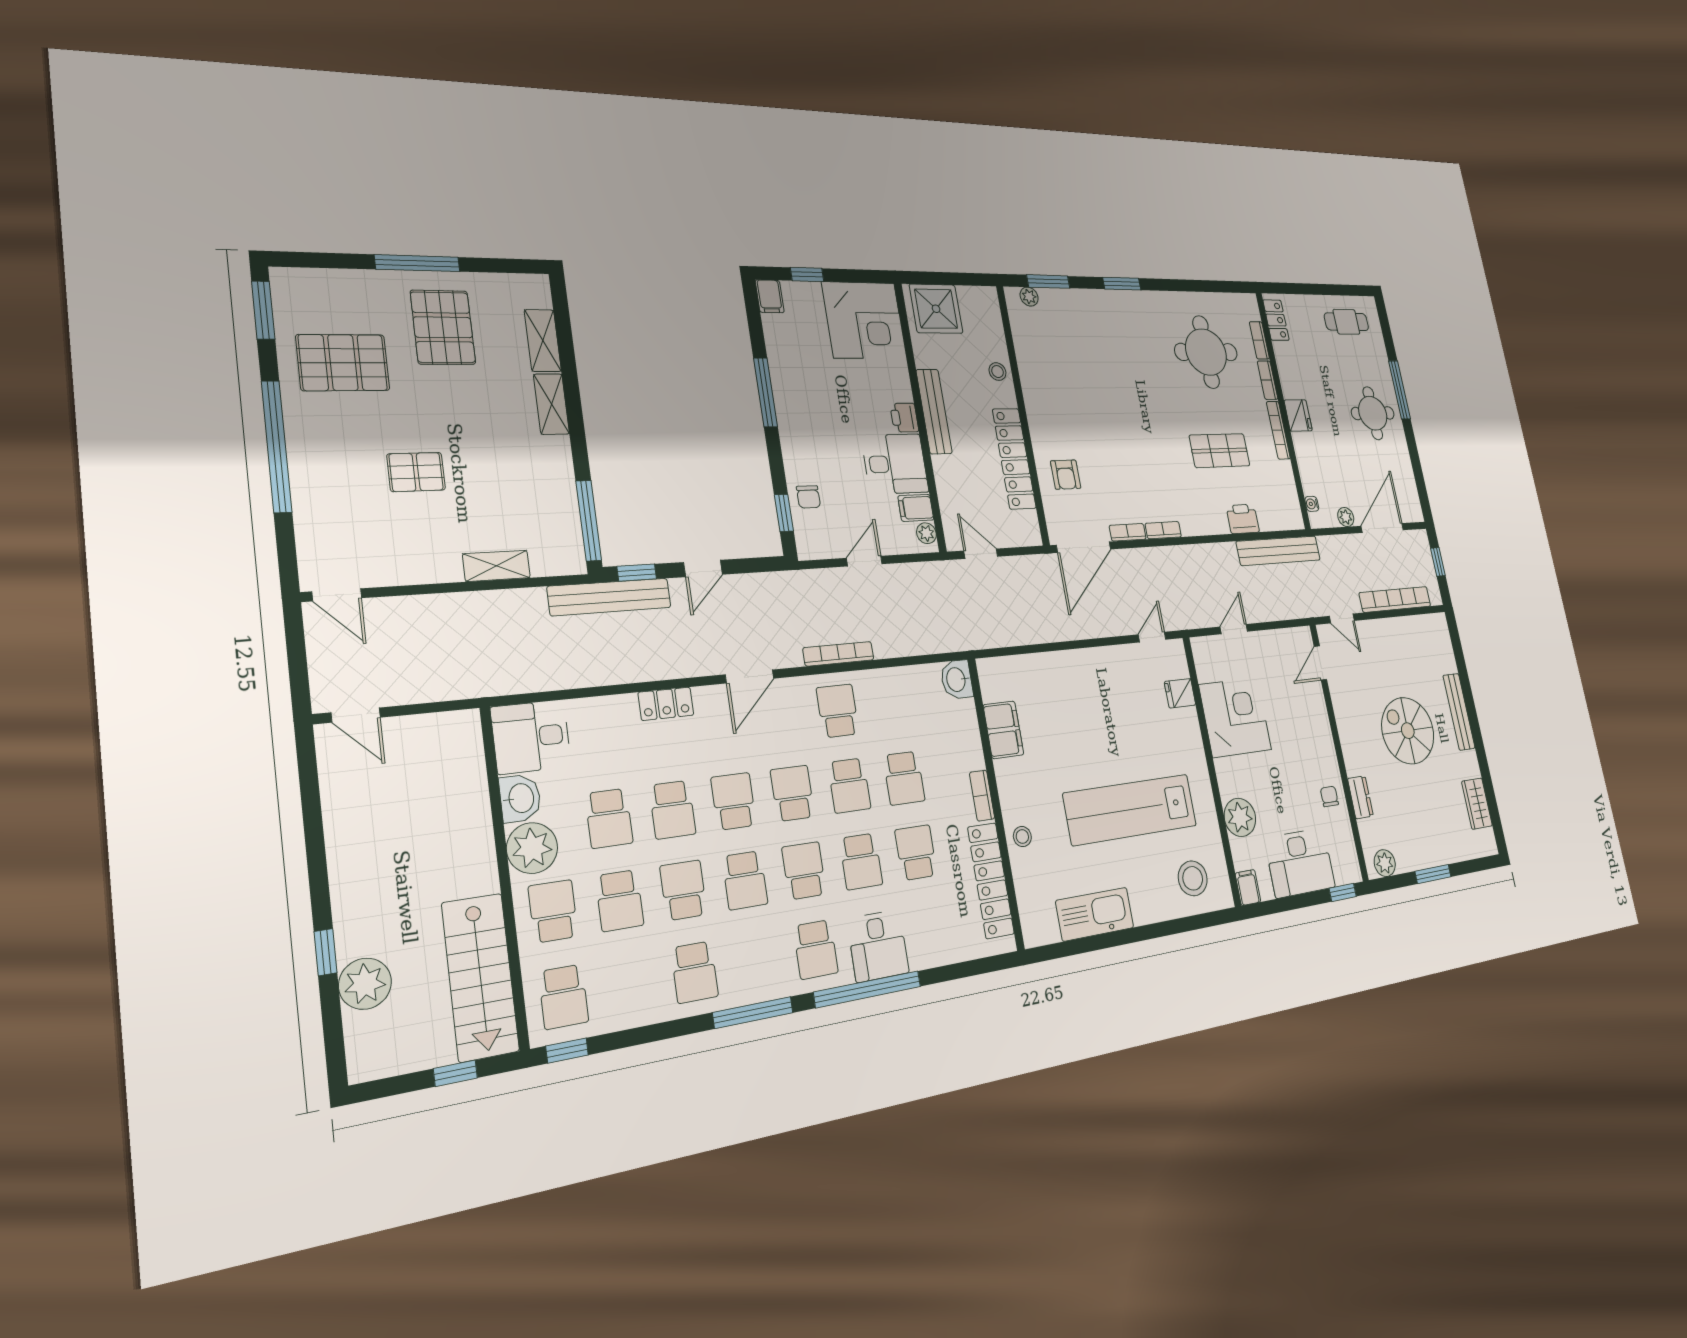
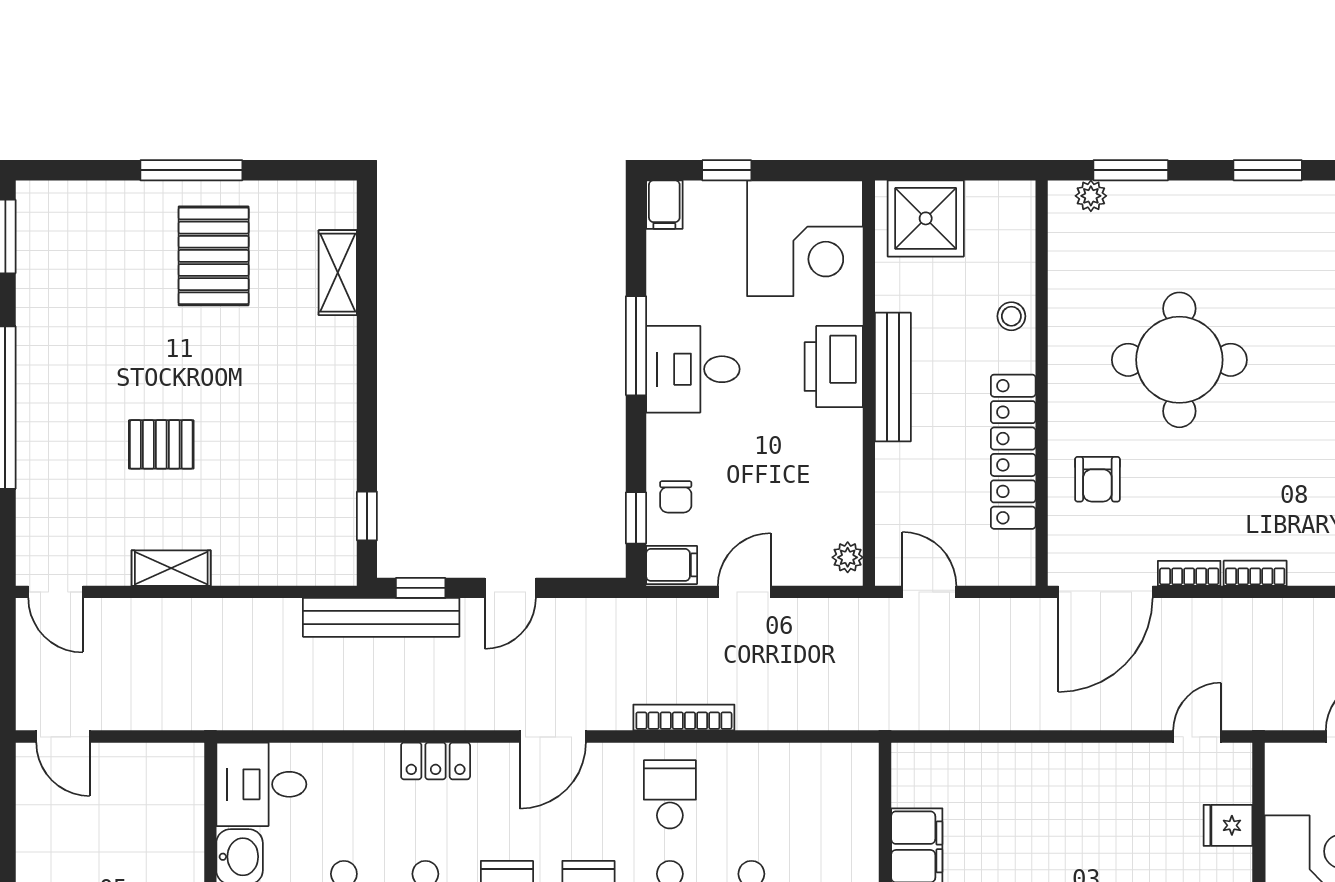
pallet: (343, 363) -> (90, 303), removed
round table: (1097, 398) -> (1179, 360), added
shelving: (551, 404) -> (338, 359), removed
printer: (904, 418) -> (834, 367), width x1.87, depth x1.48
desk: (895, 464) -> (693, 369), moved, turned 180
filing cabinet: (916, 508) -> (672, 565), moved, turned 180
window: (589, 521) -> (367, 516), width x0.46
shelving: (496, 566) -> (171, 568), moved
washbasin: (957, 680) -> (856, 769), removed

